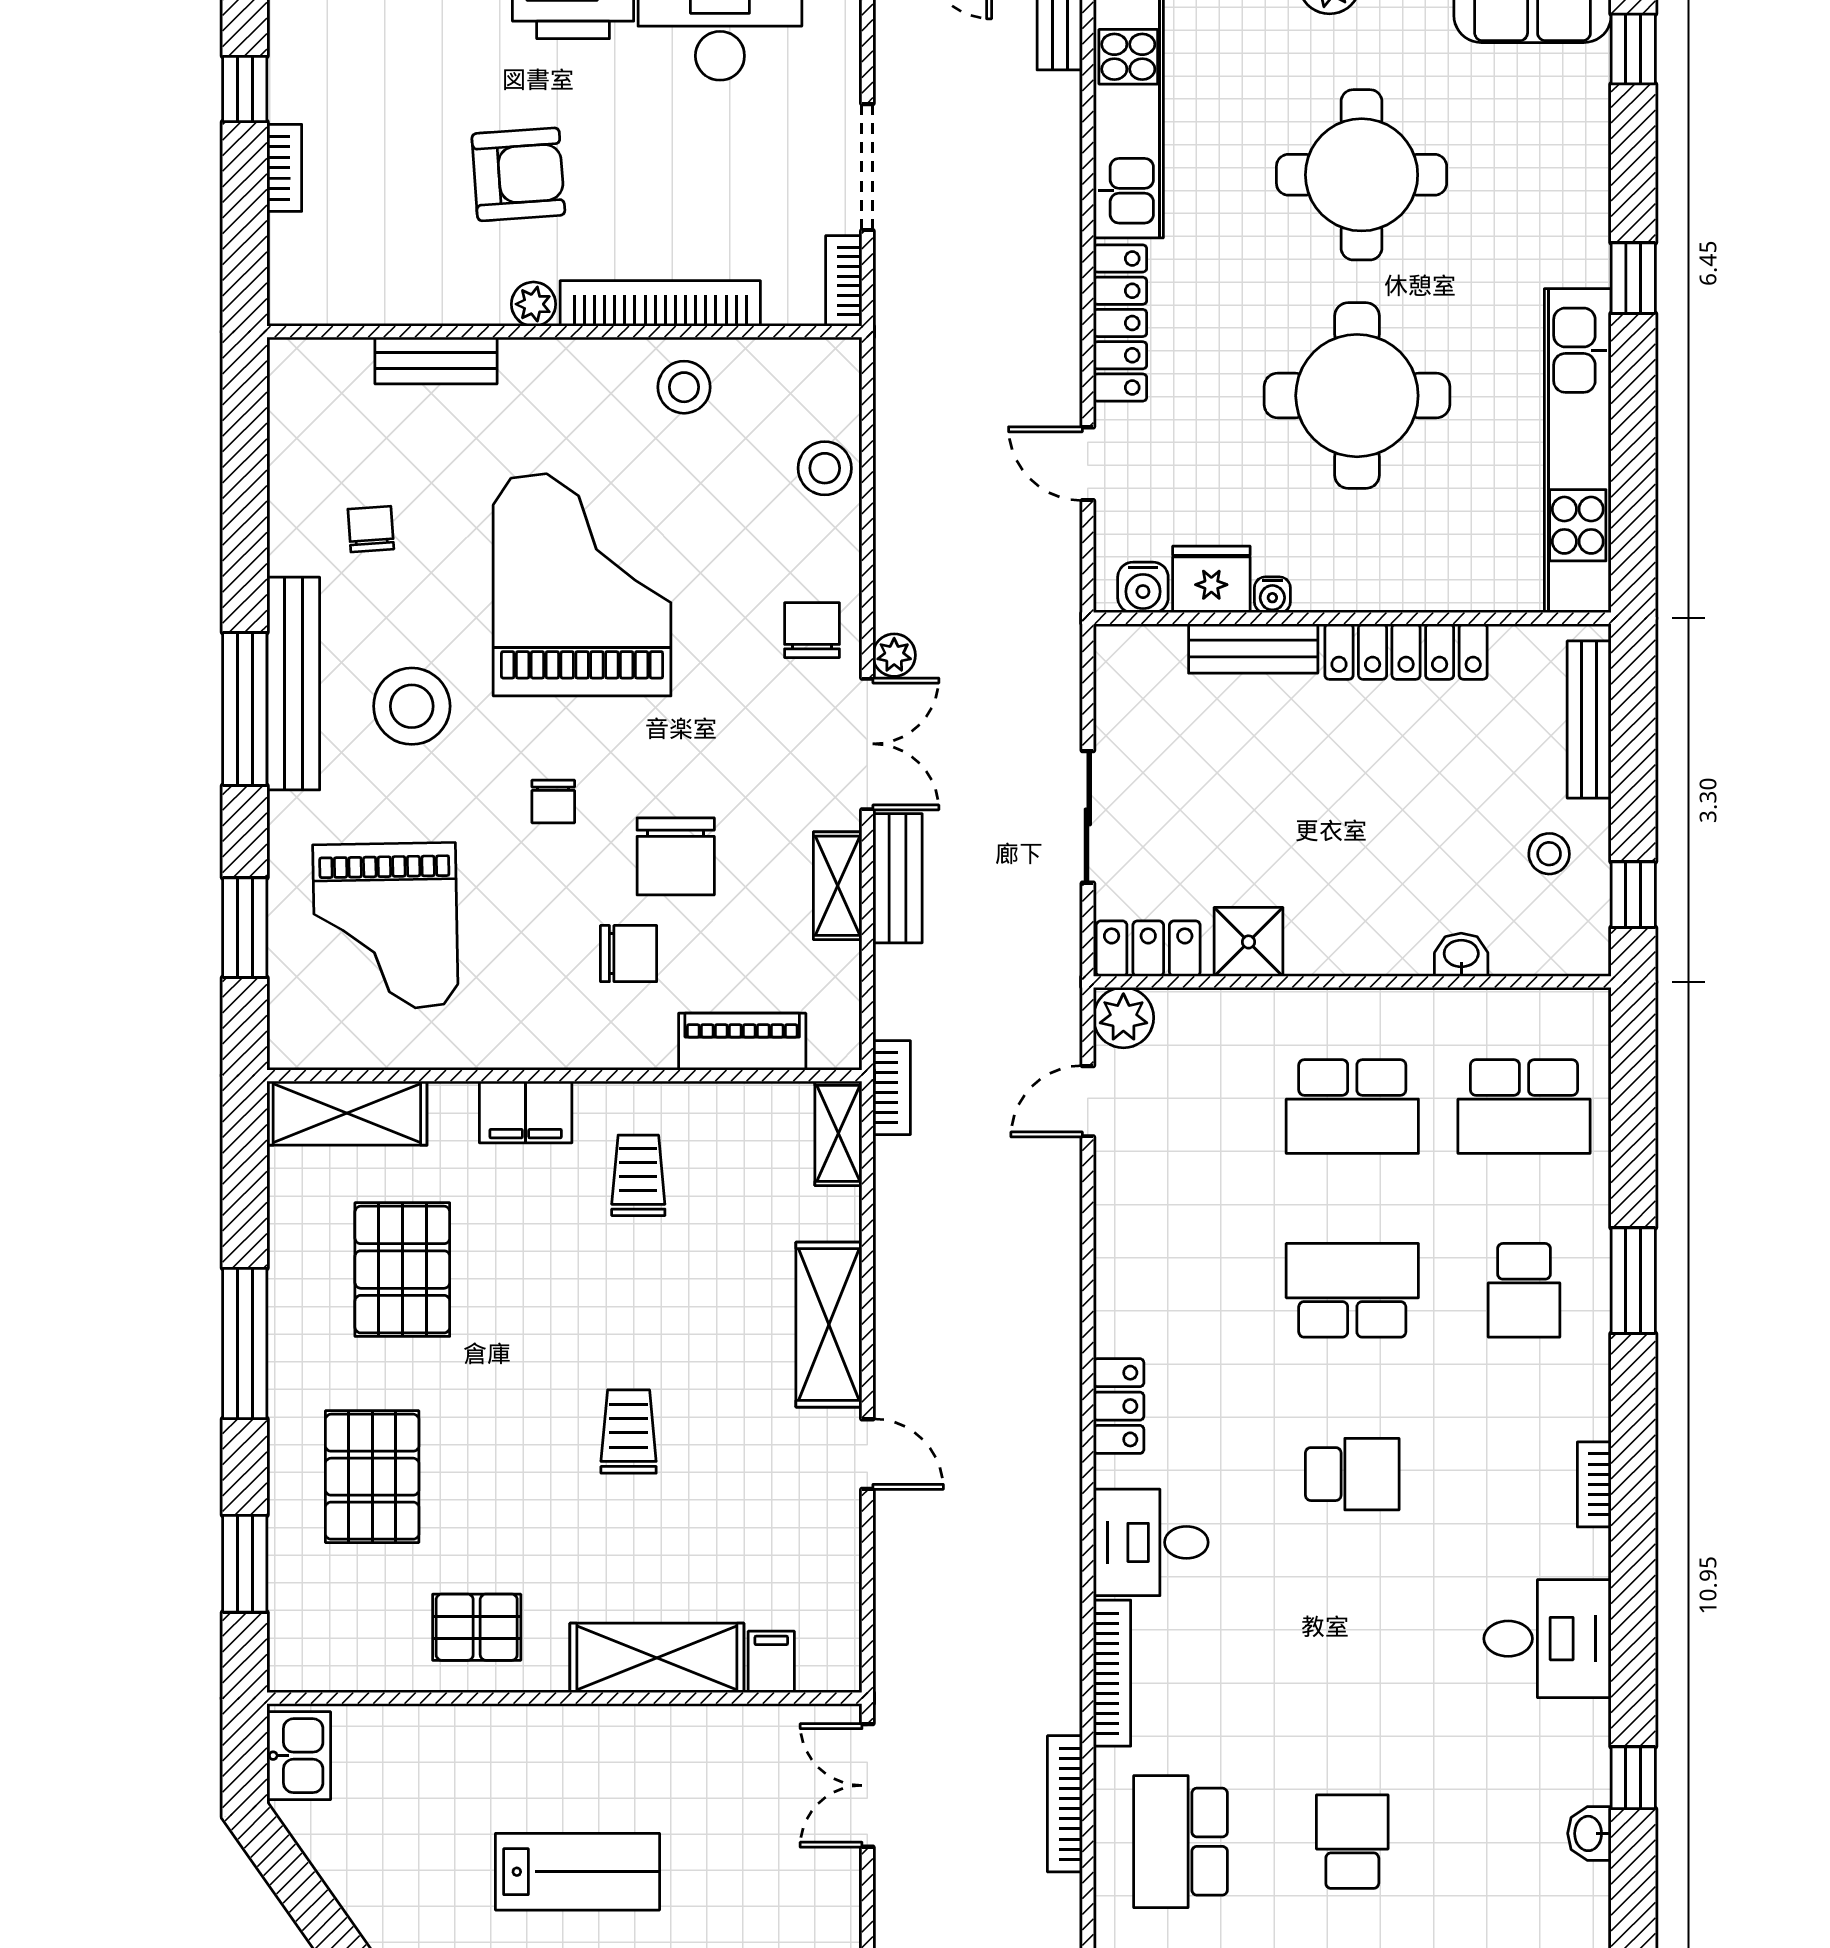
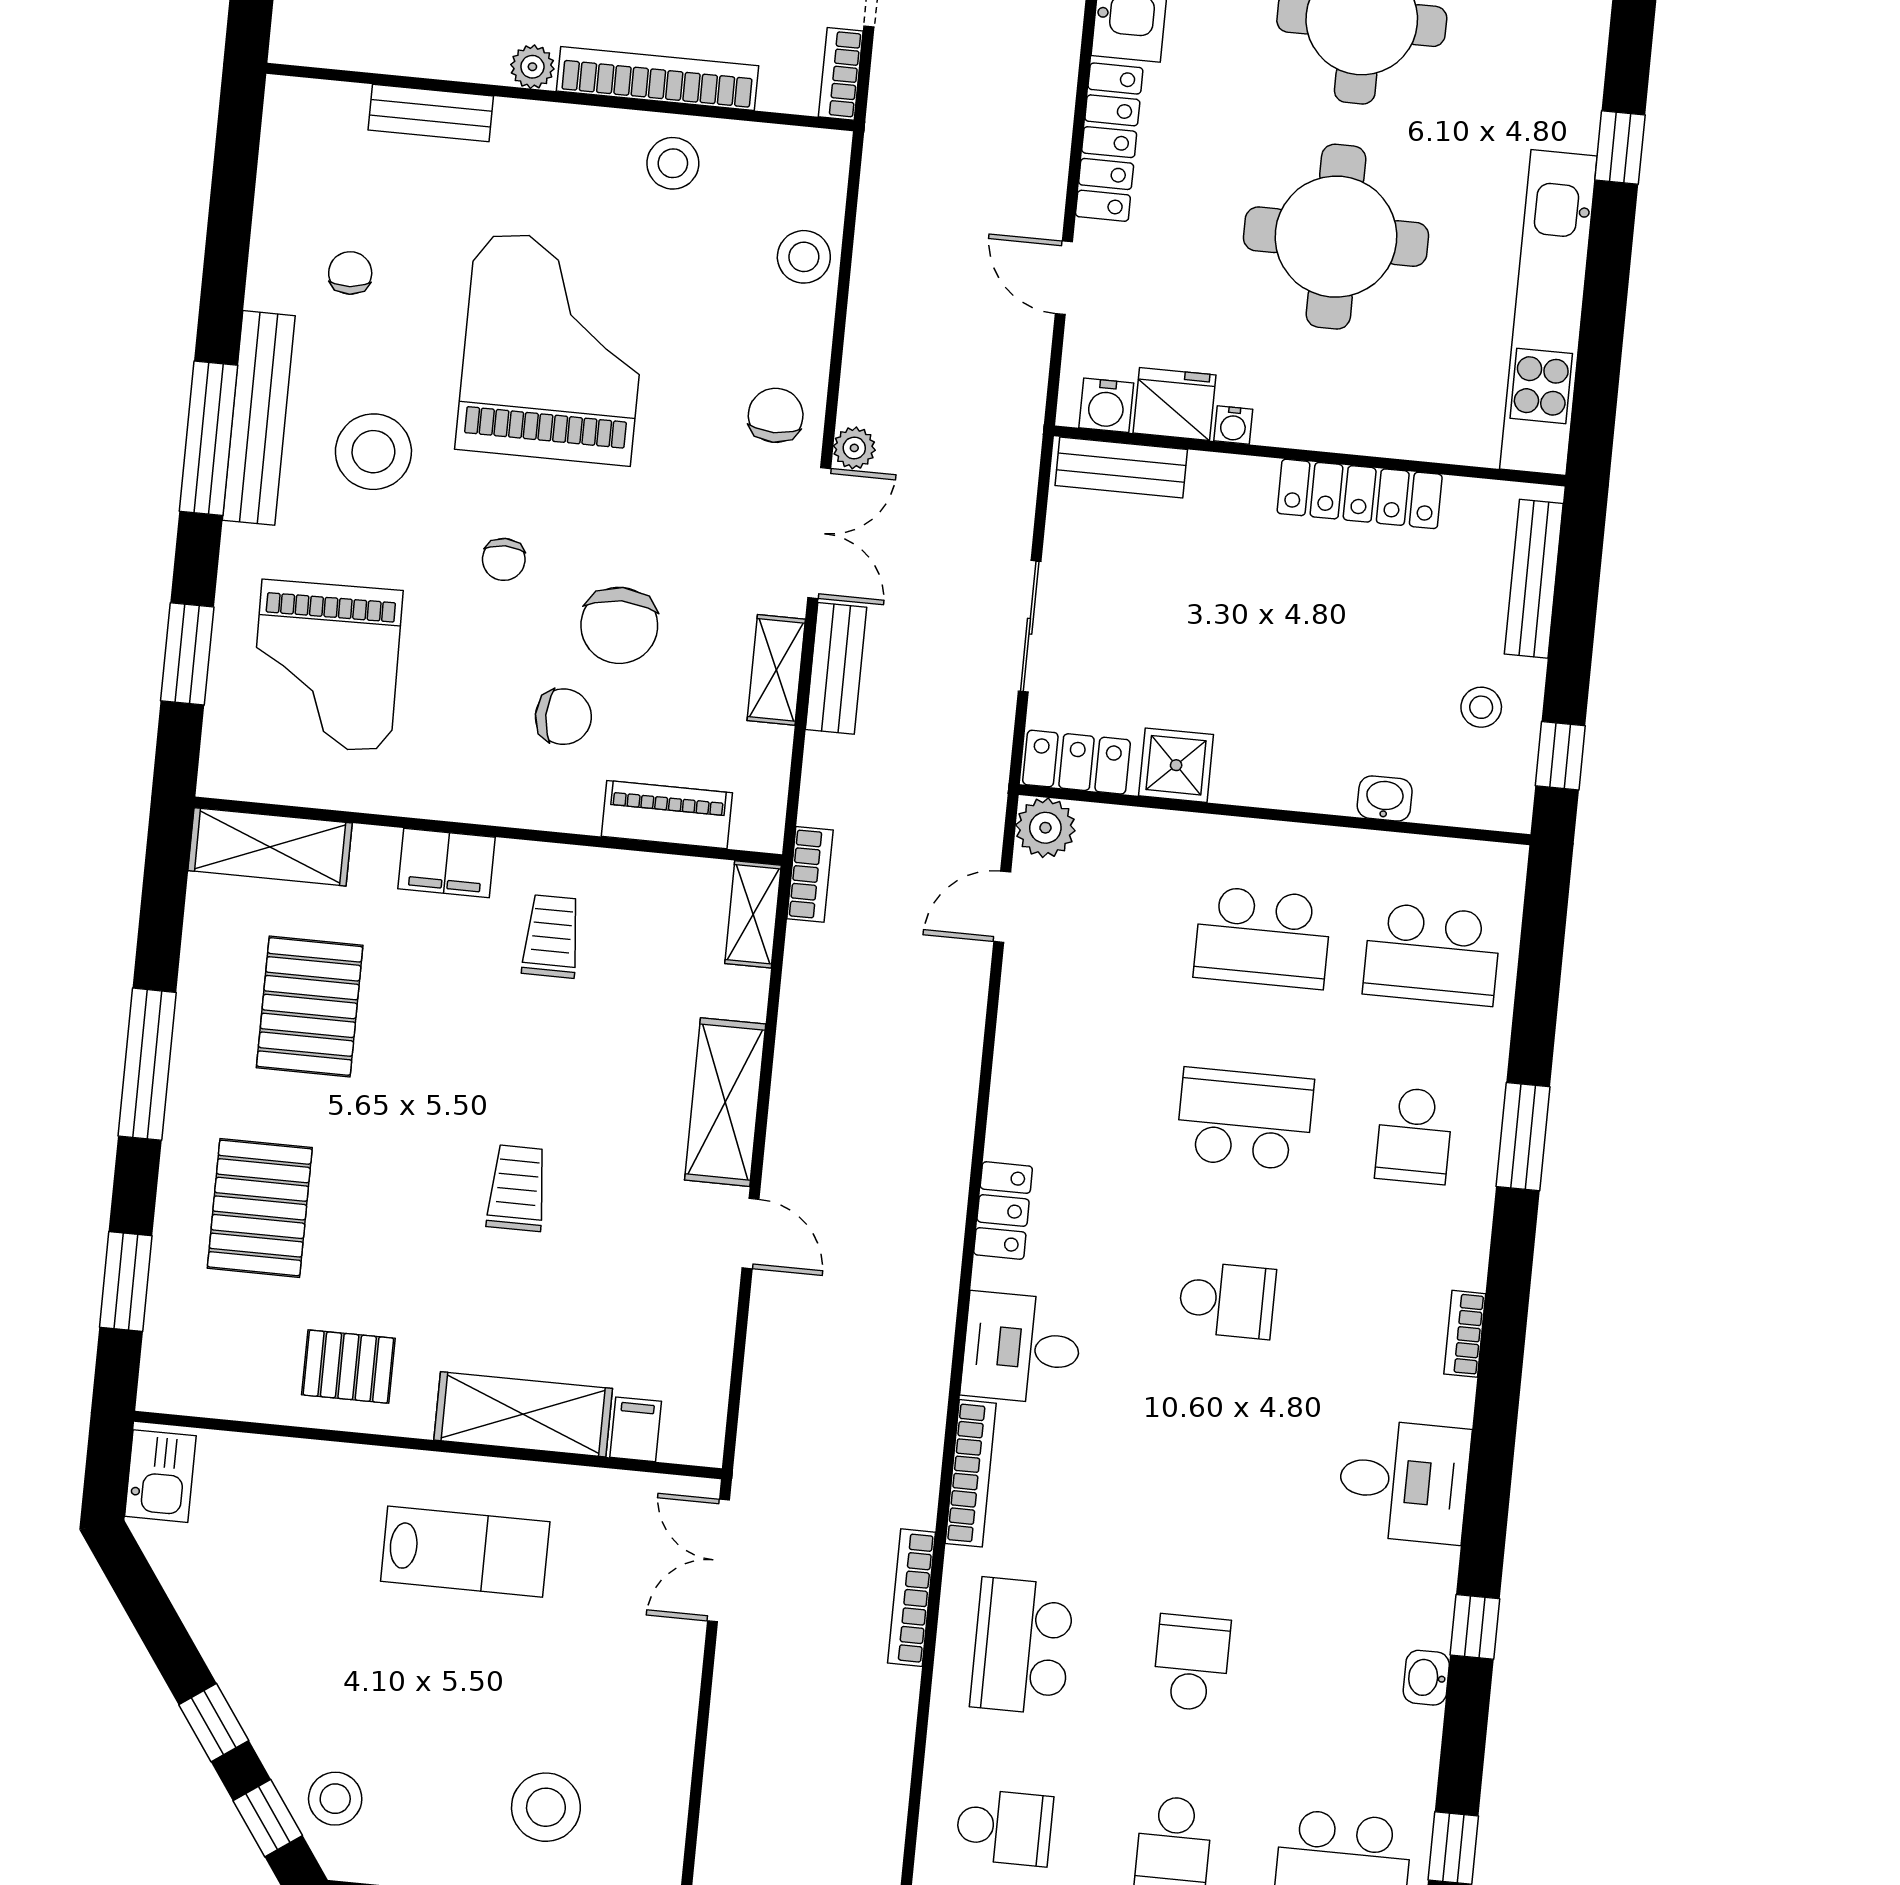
bench: (1253, 648) -> (1121, 467), moved
lab bench: (578, 1872) -> (465, 1552), moved

